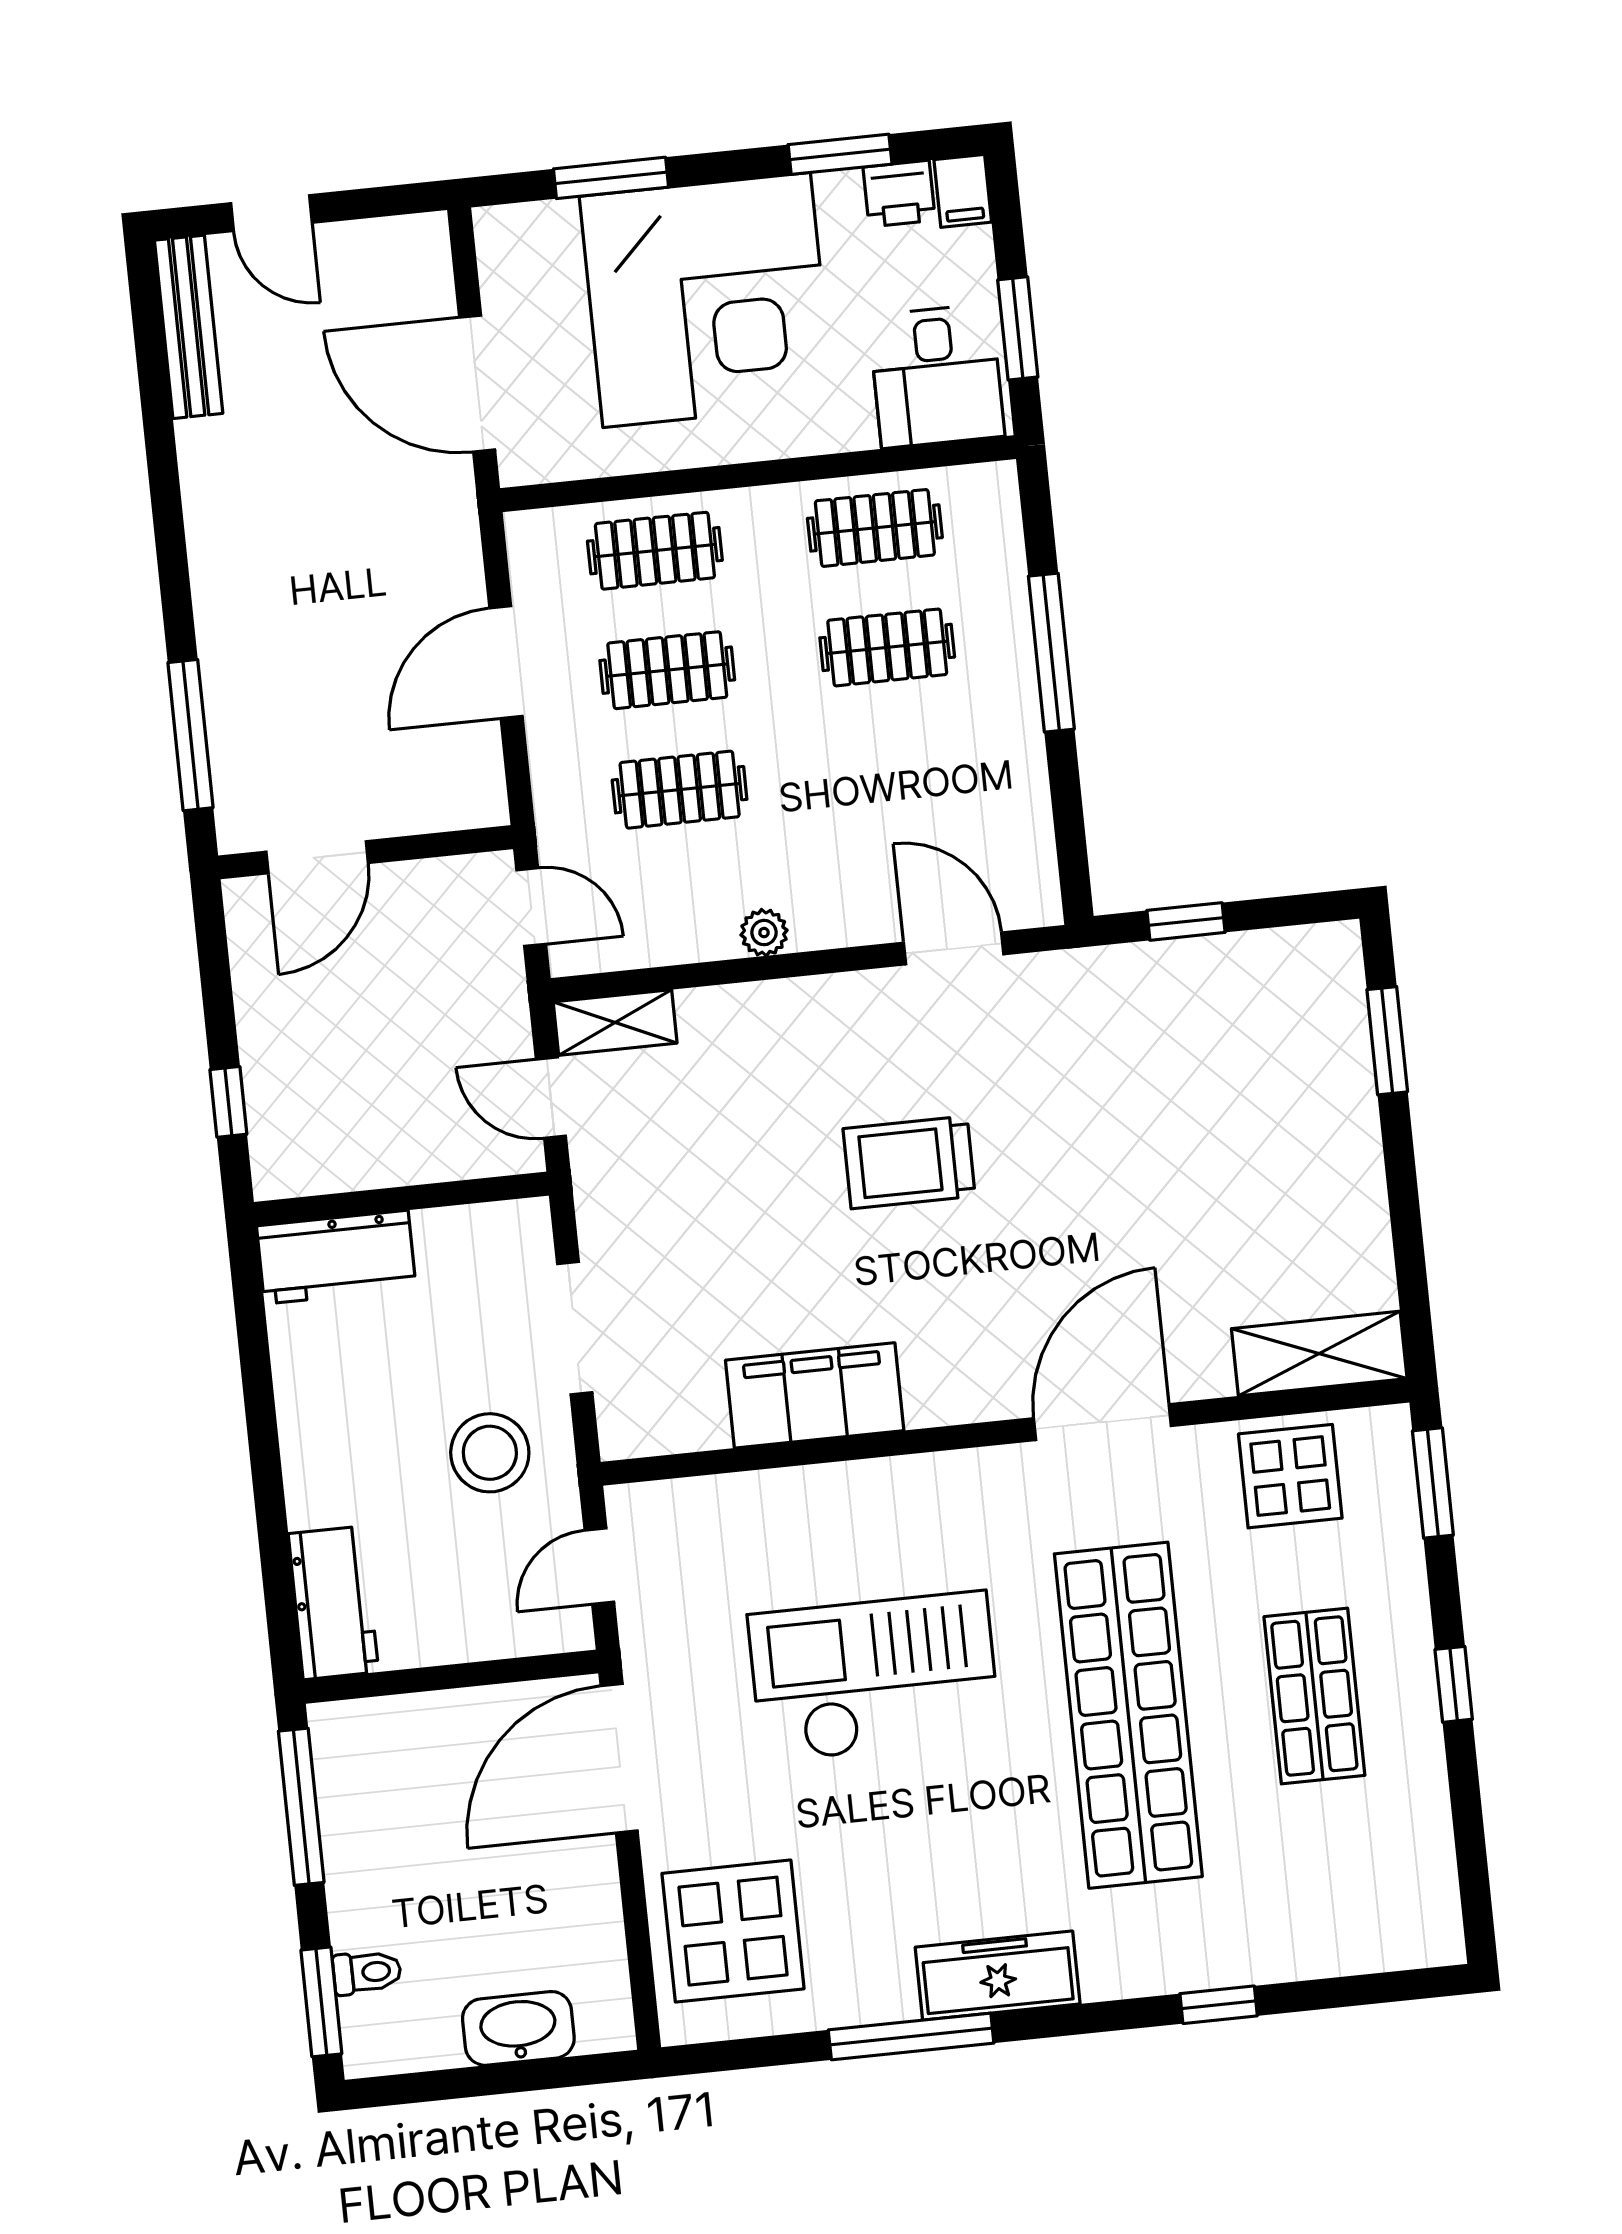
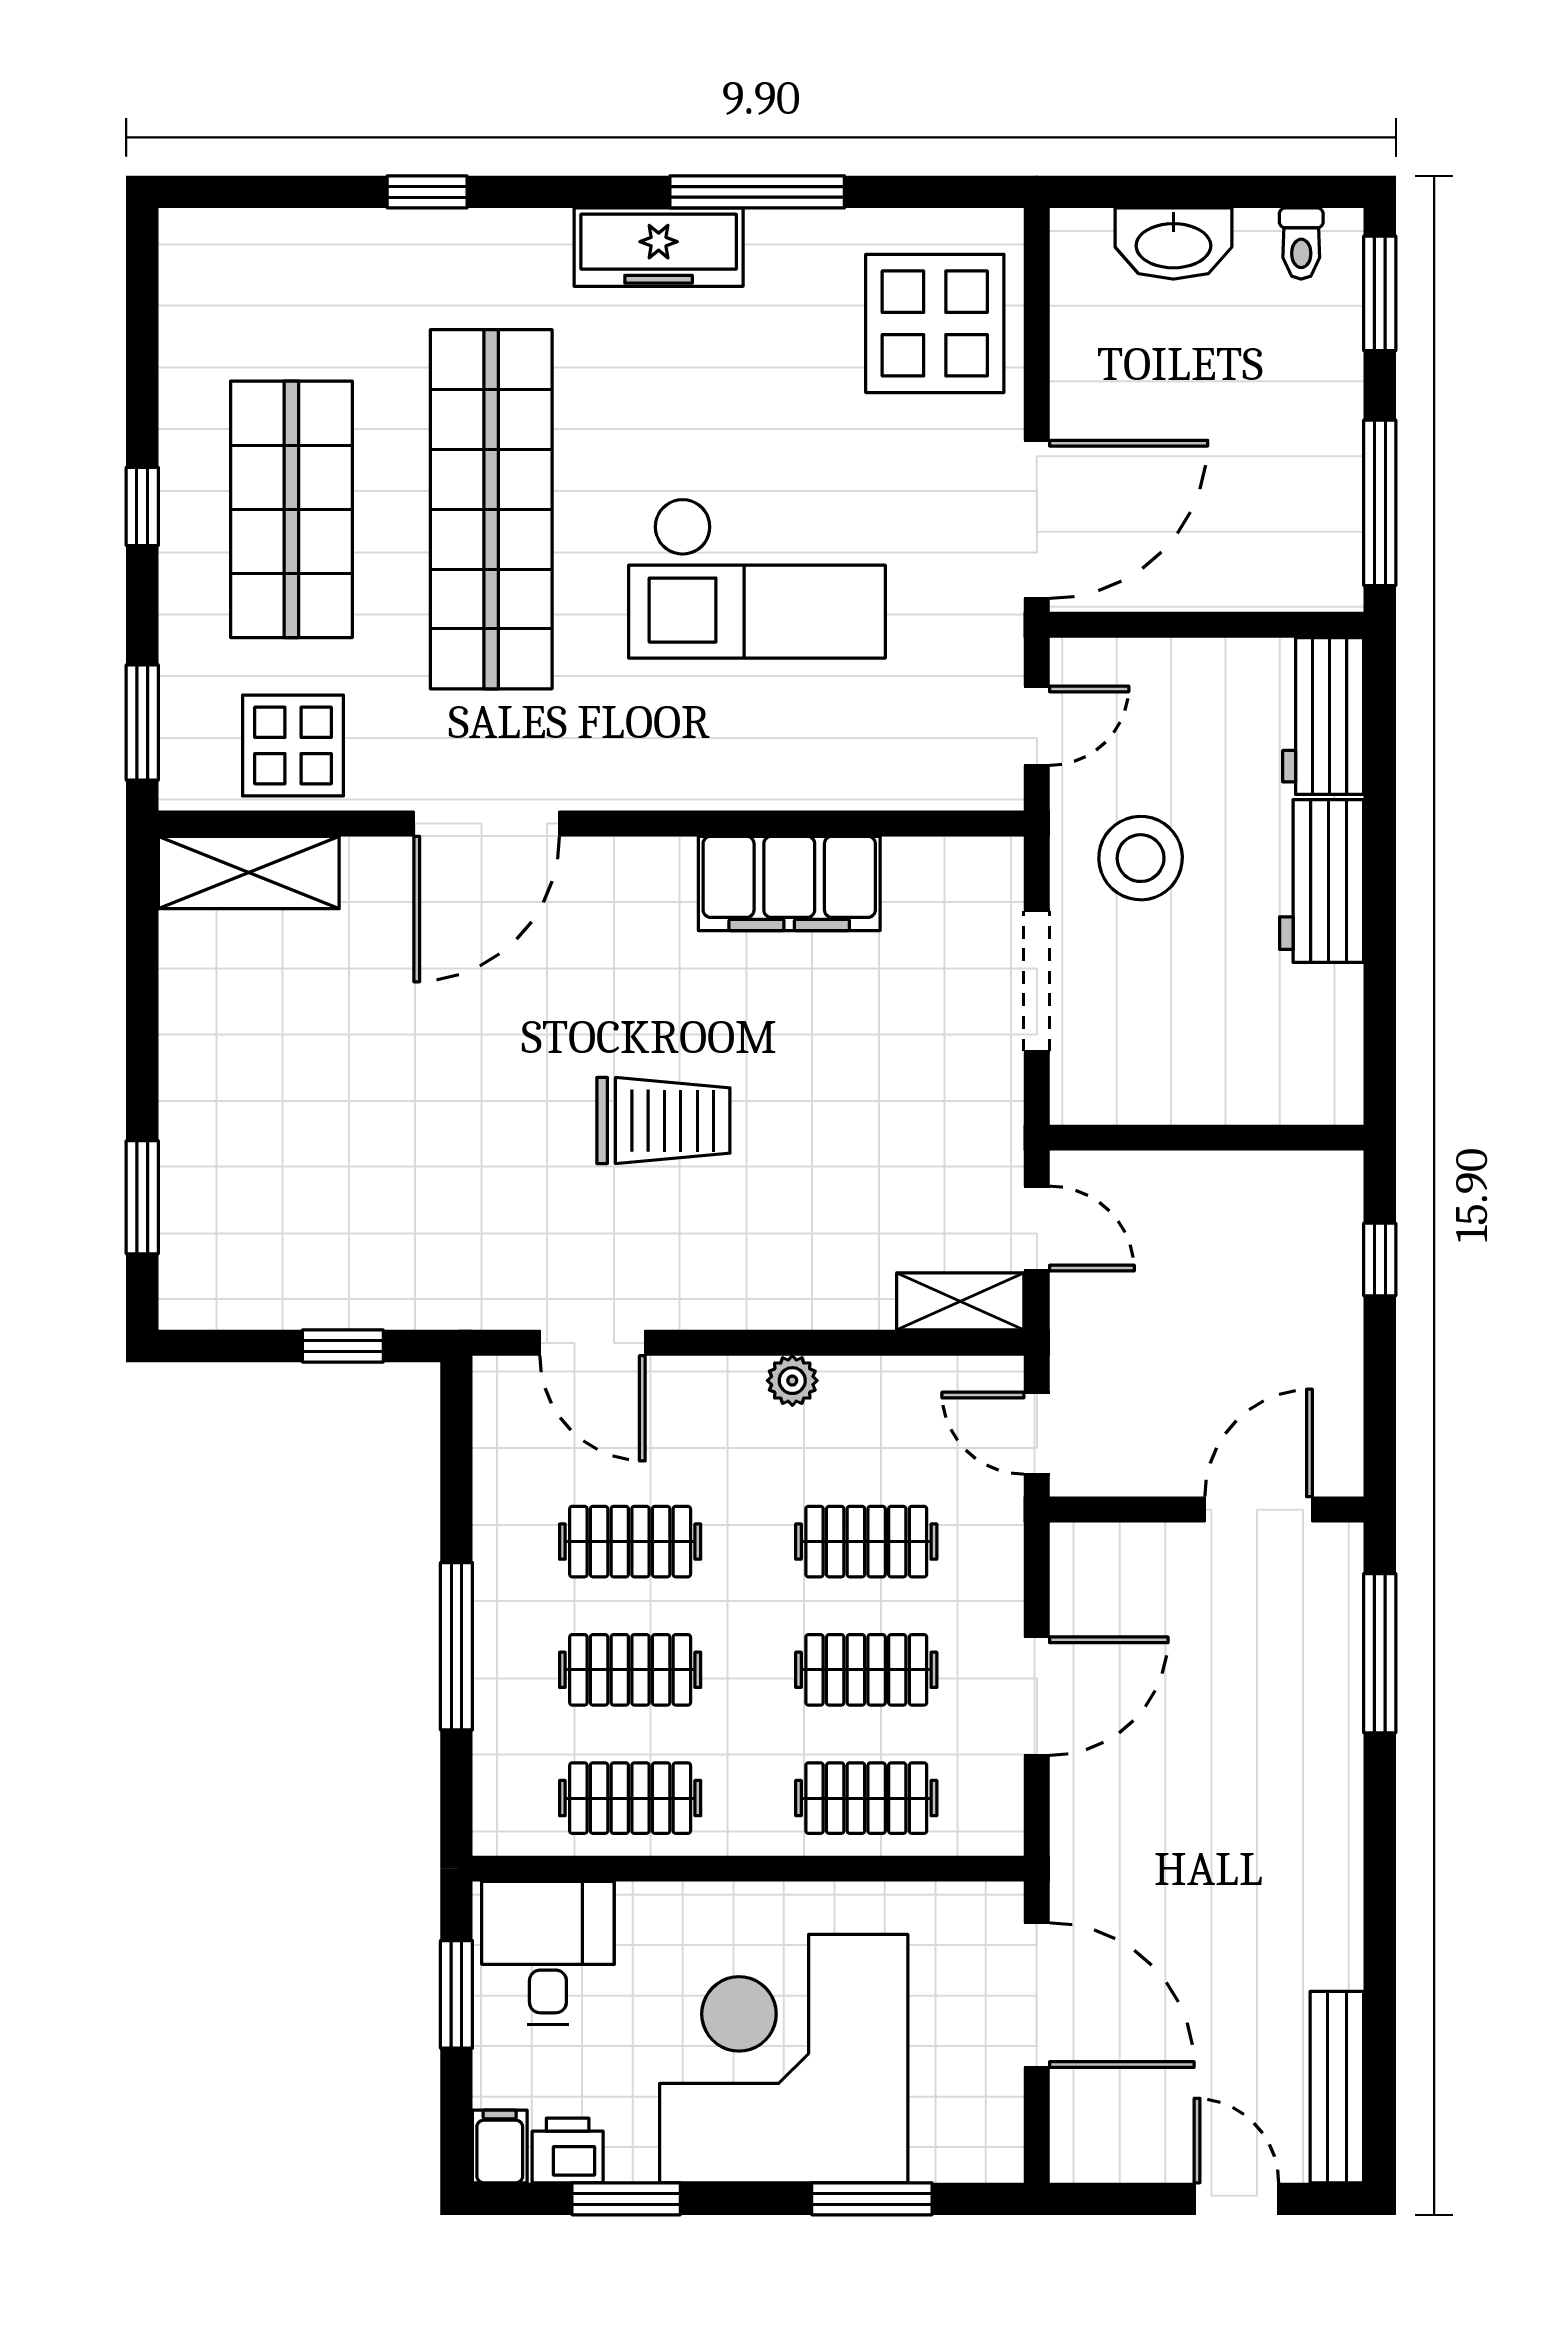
clothes rail: (900, 767) -> (630, 1542), added
workbench: (336, 1257) -> (1322, 881), moved, turned -90
shop shelf: (1314, 1696) -> (291, 509), width x1.43, depth x1.36
toilet: (367, 1972) -> (1301, 243), moved, turned -90

